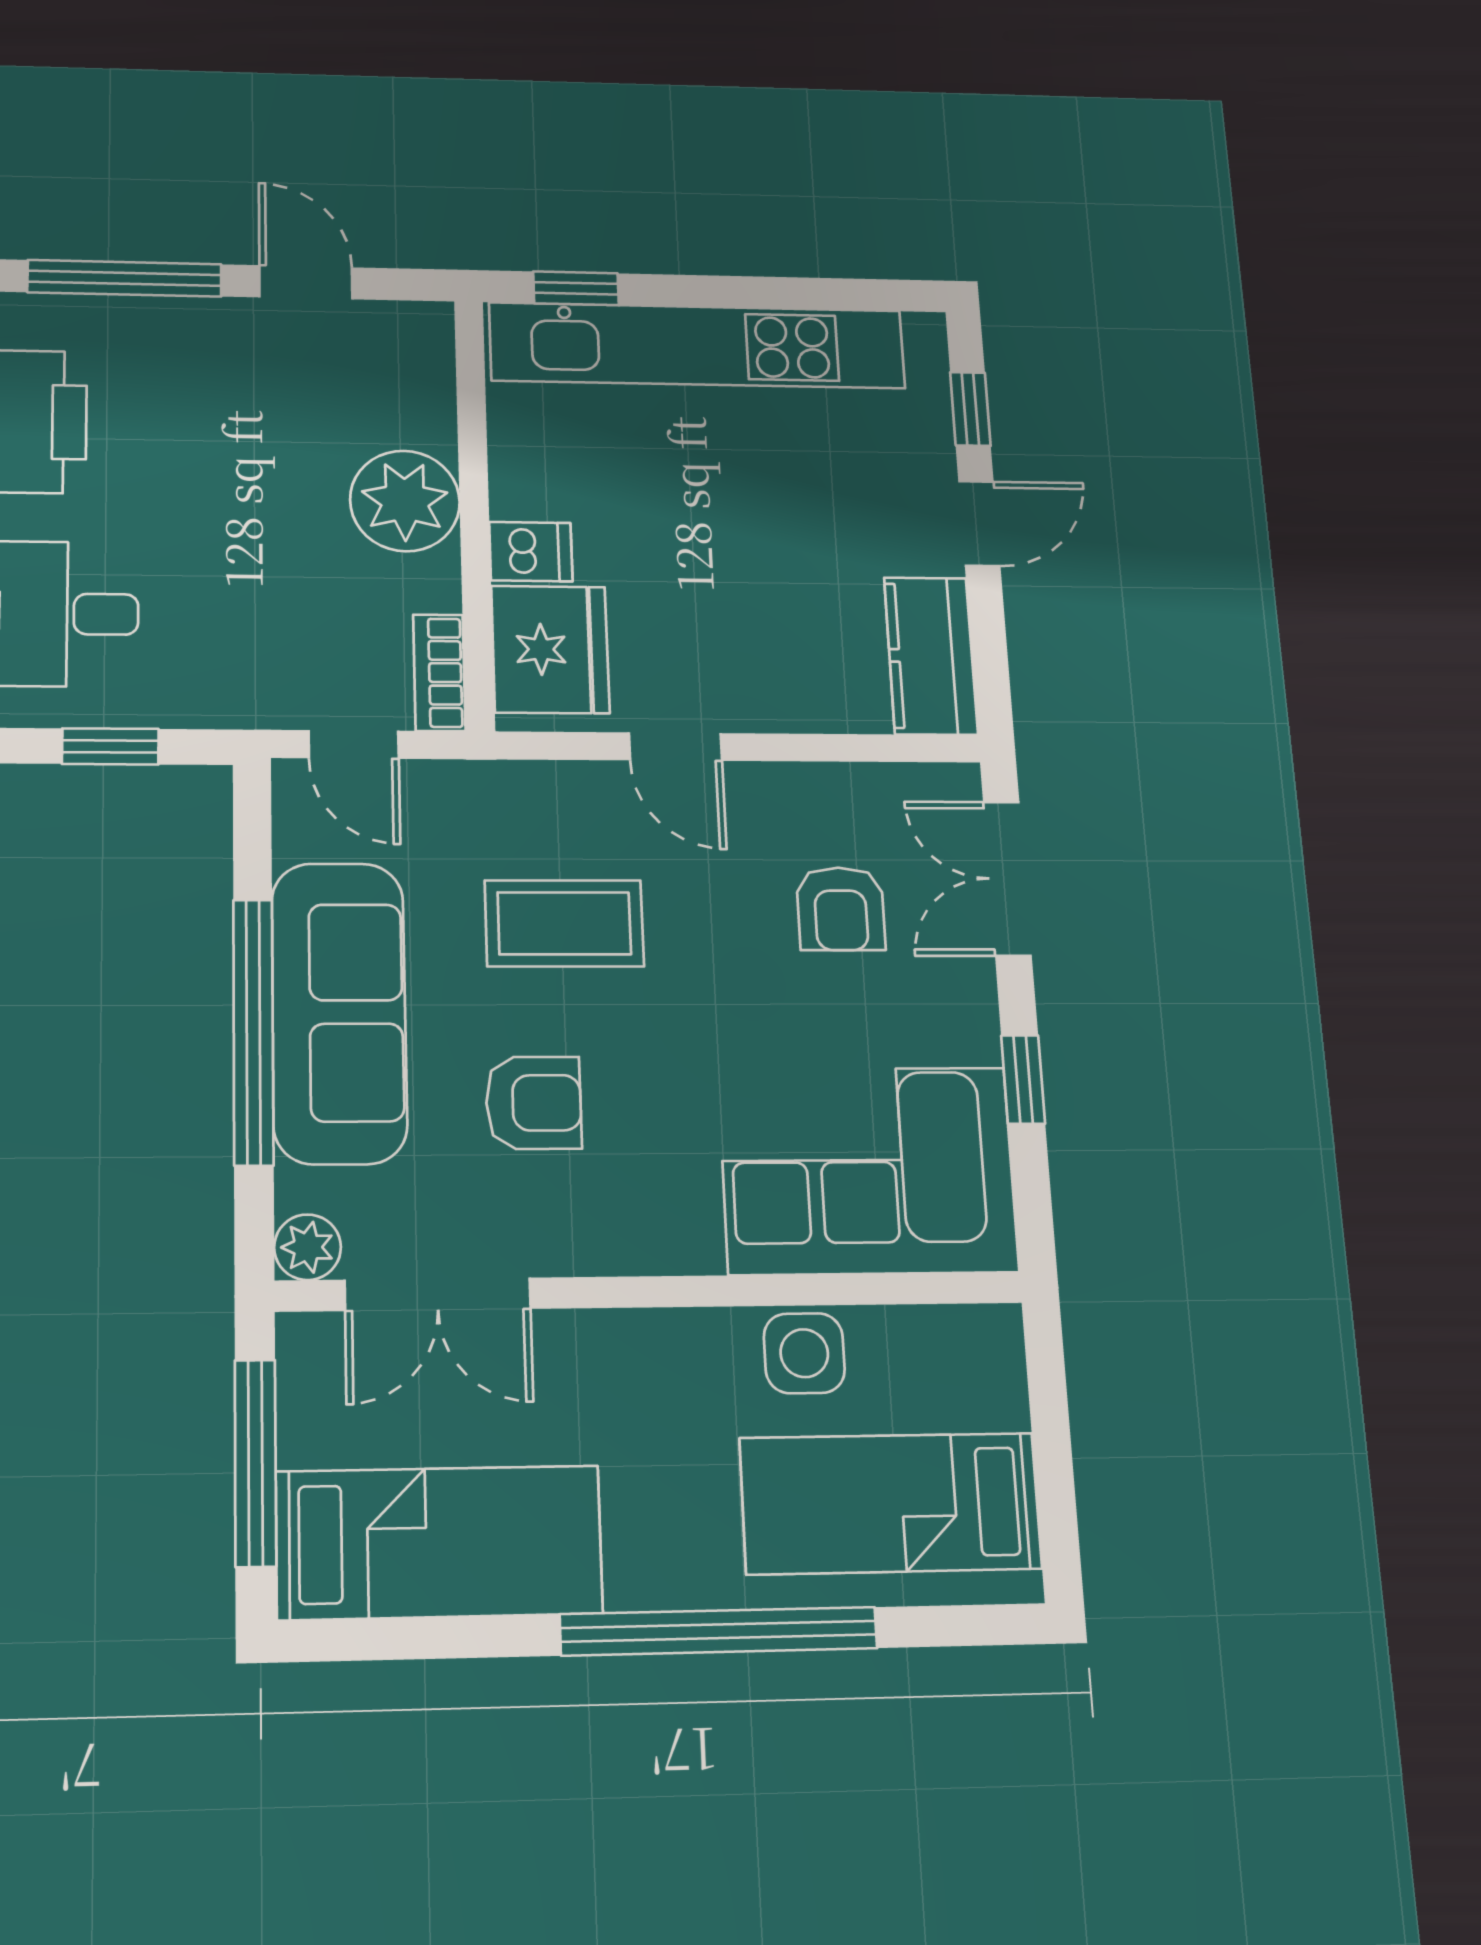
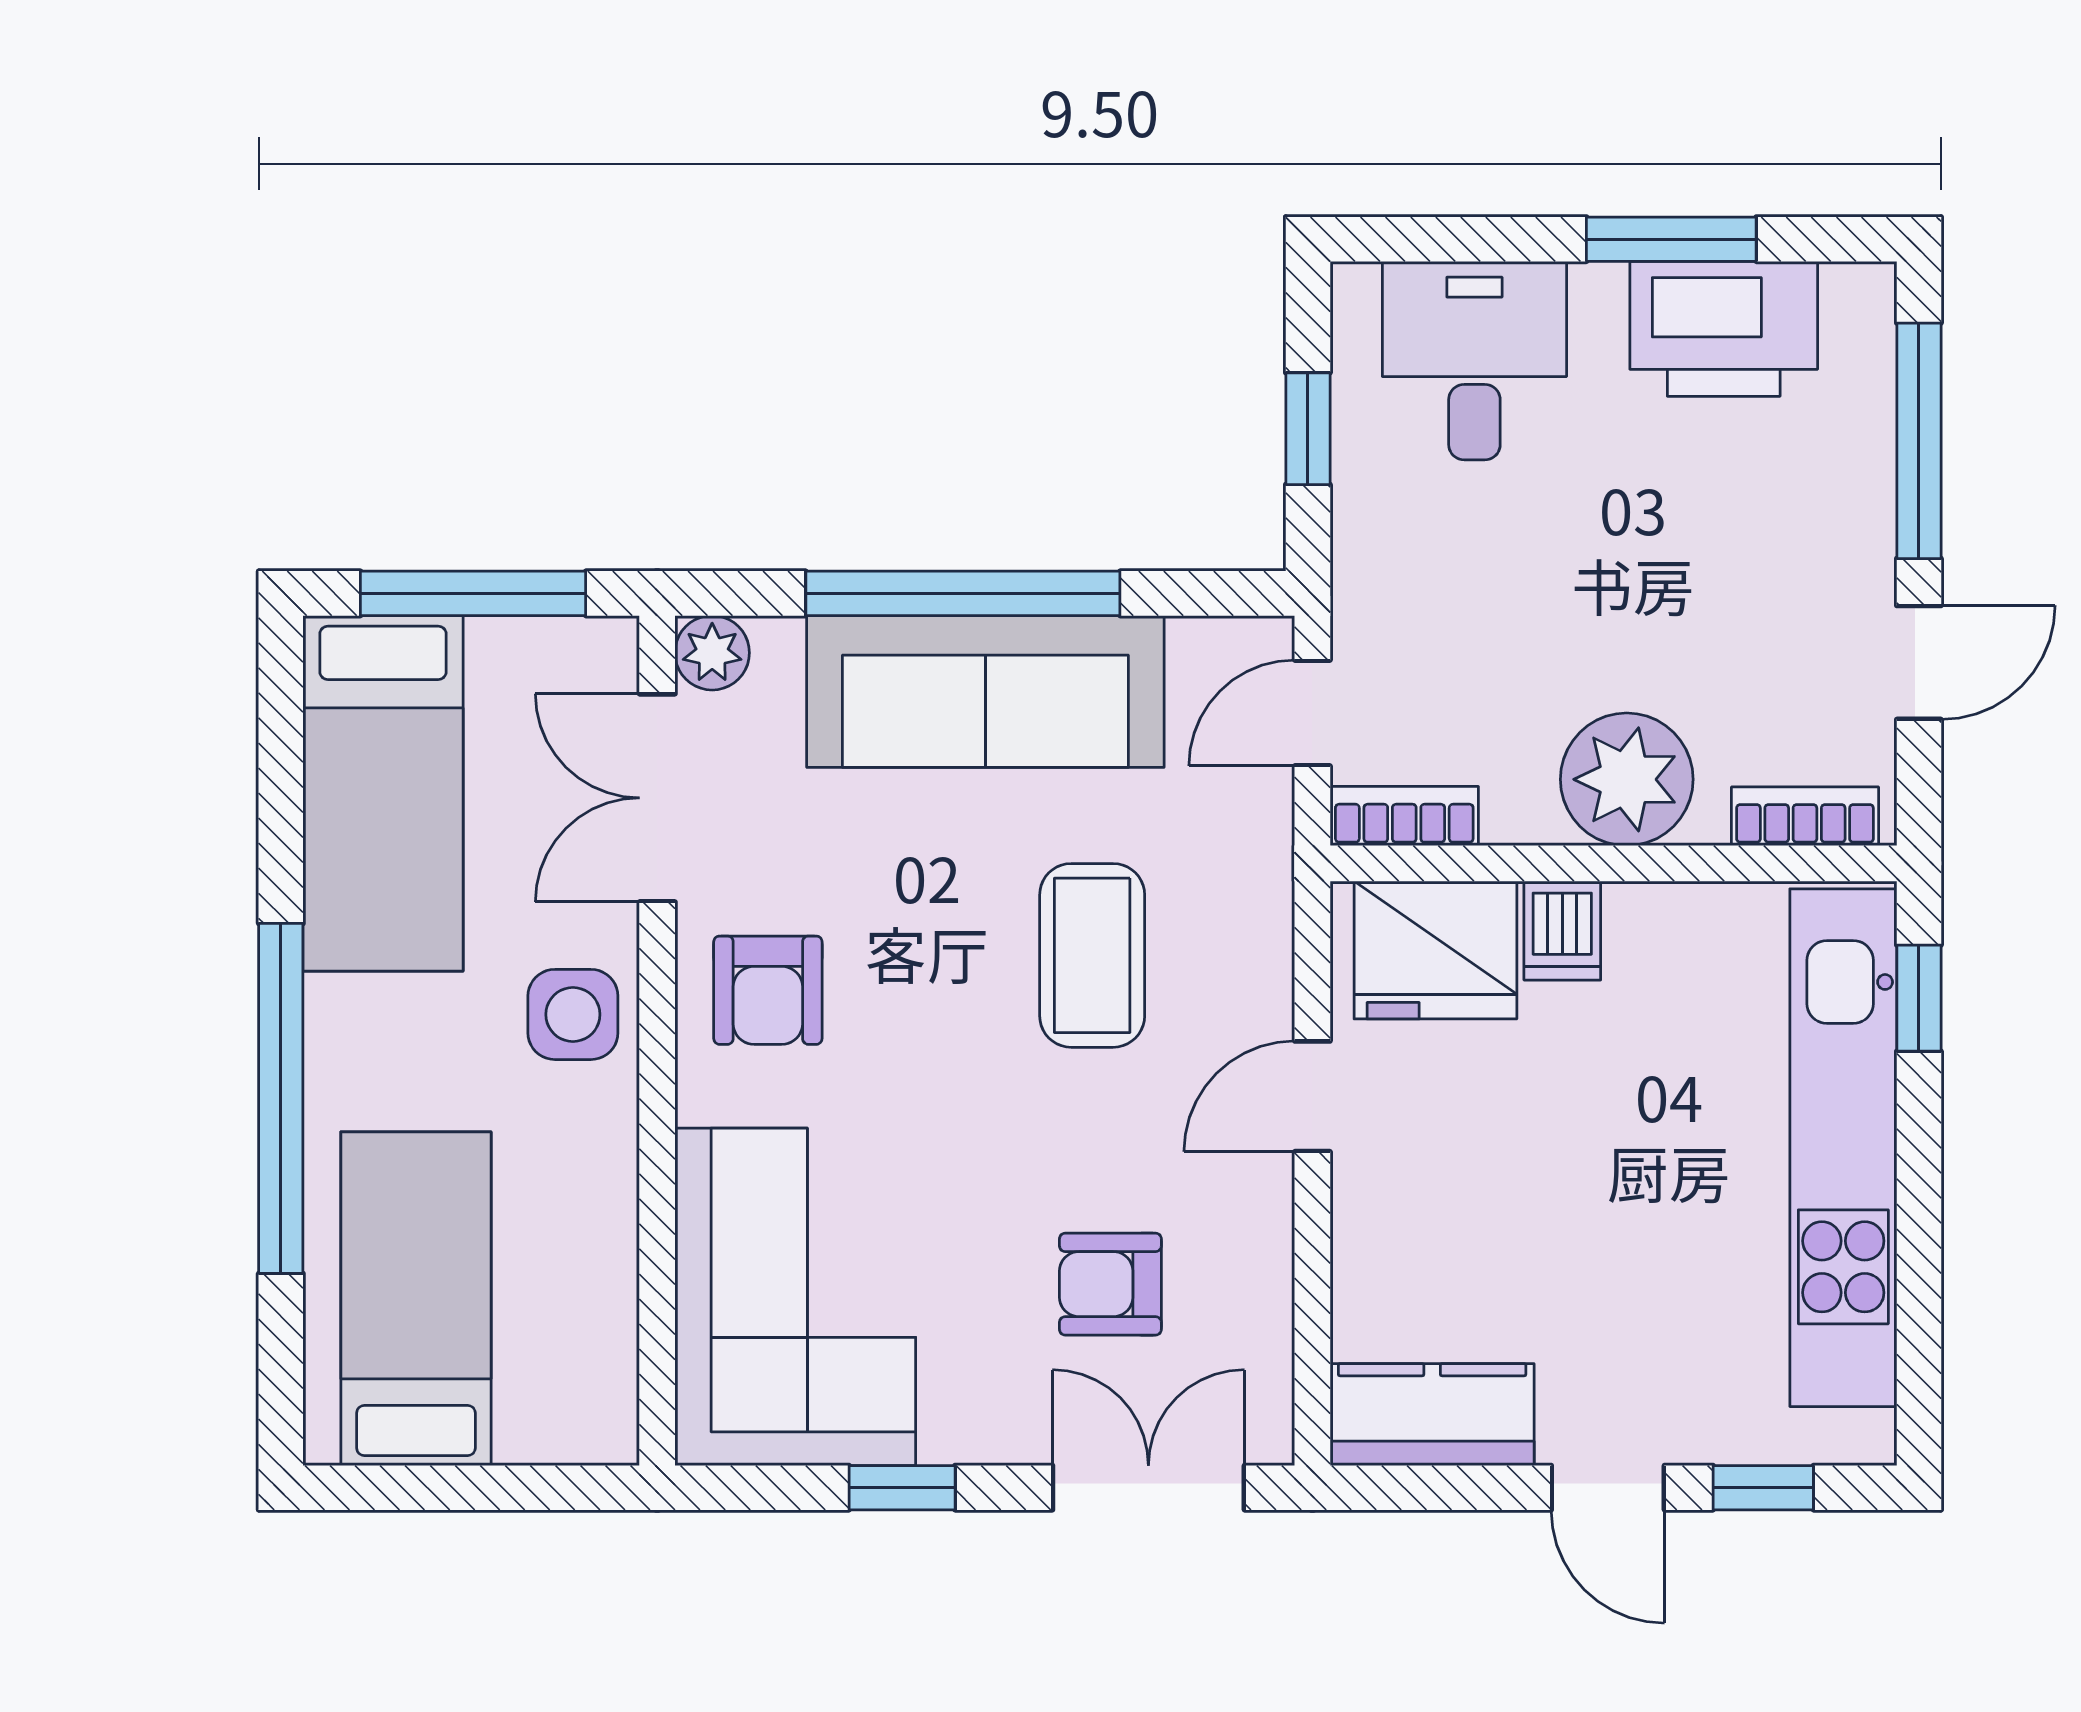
bookcase: (432, 368) -> (1805, 816), added
armchair: (534, 1103) -> (768, 990), moved
side table: (804, 1353) -> (573, 1014), moved

